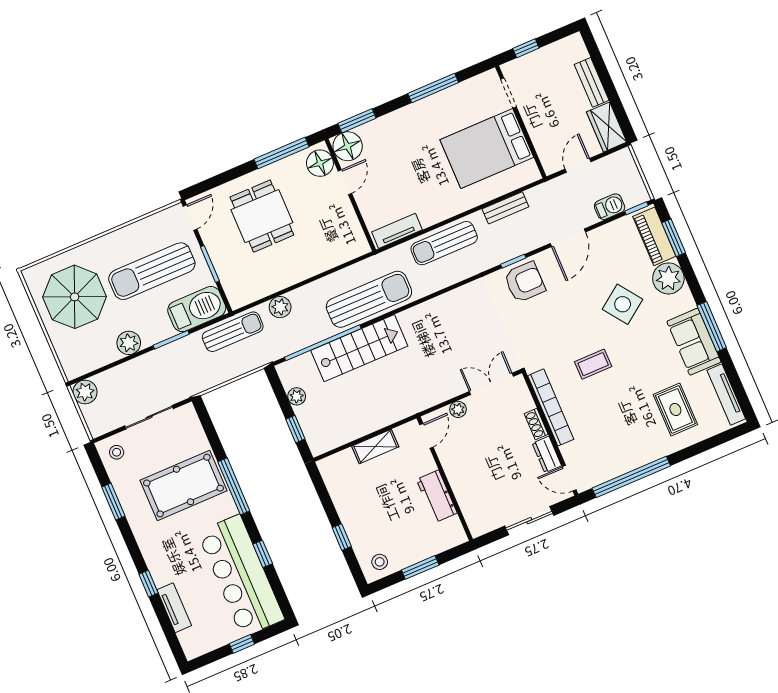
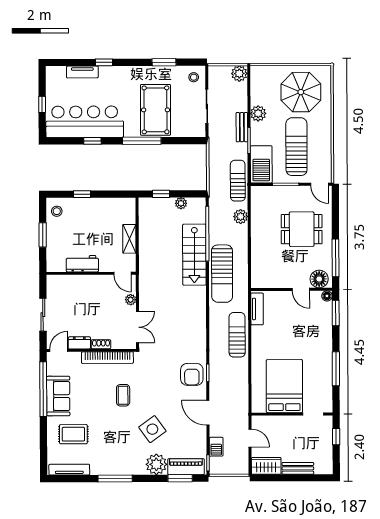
floor lamp: (348, 146) -> (327, 296), width x0.53, depth x0.53
bench: (505, 208) -> (242, 127), moved
sun lounger: (233, 332) -> (238, 181), turned 180
sofa: (694, 342) -> (58, 396), moved, turned 90

